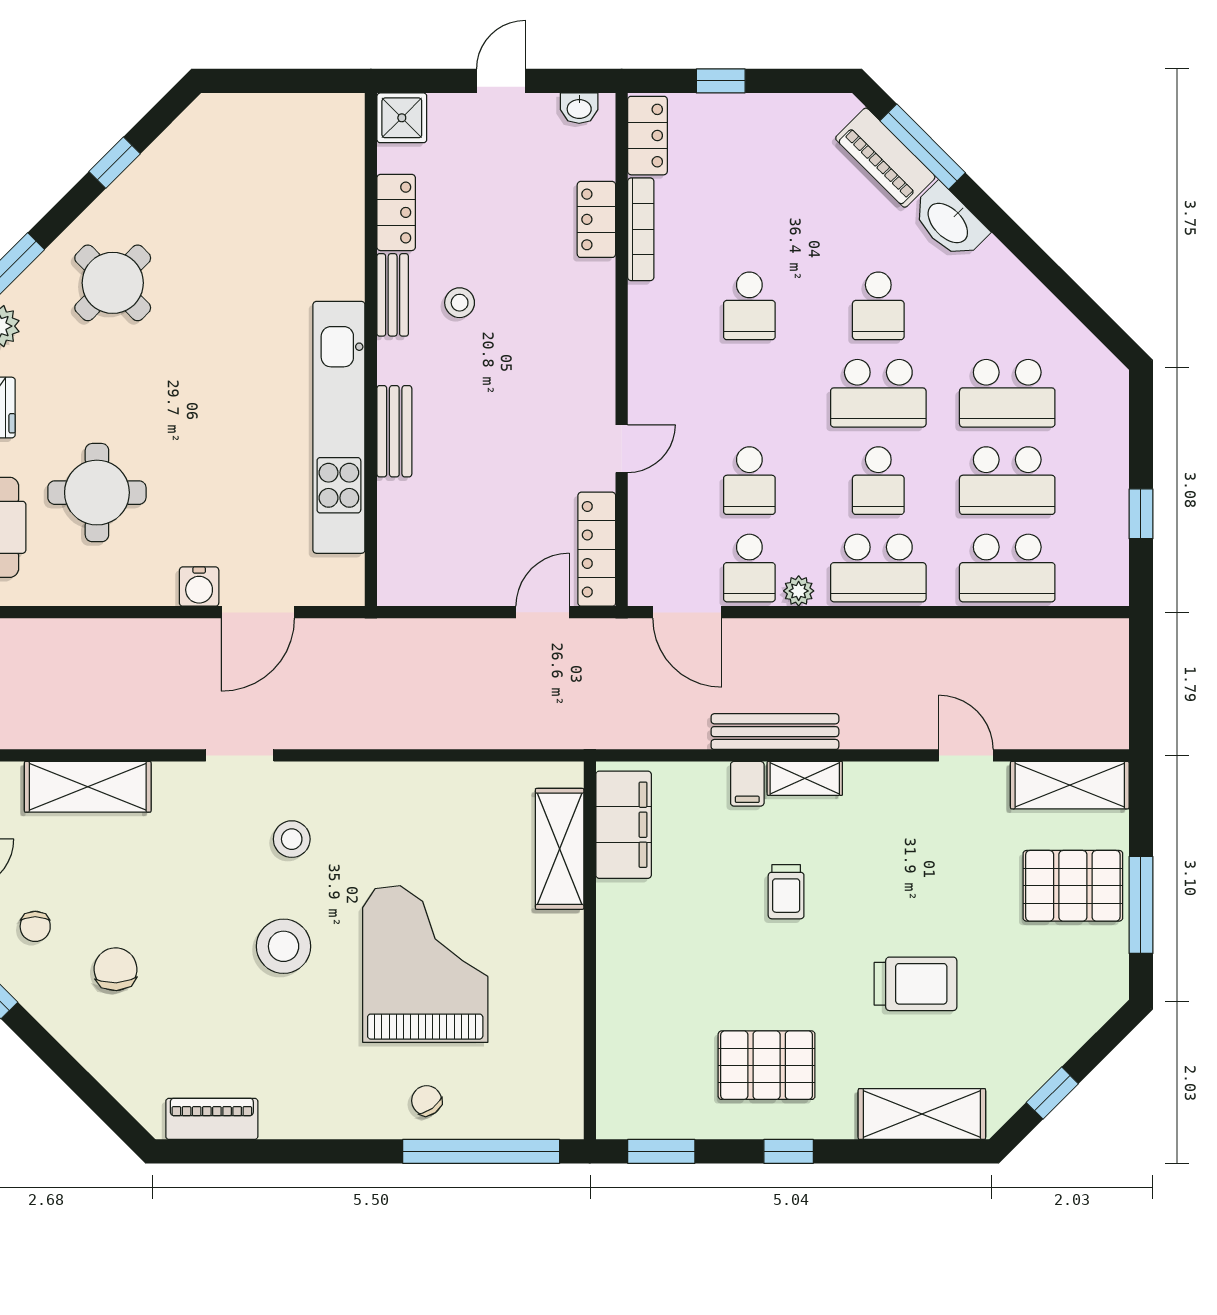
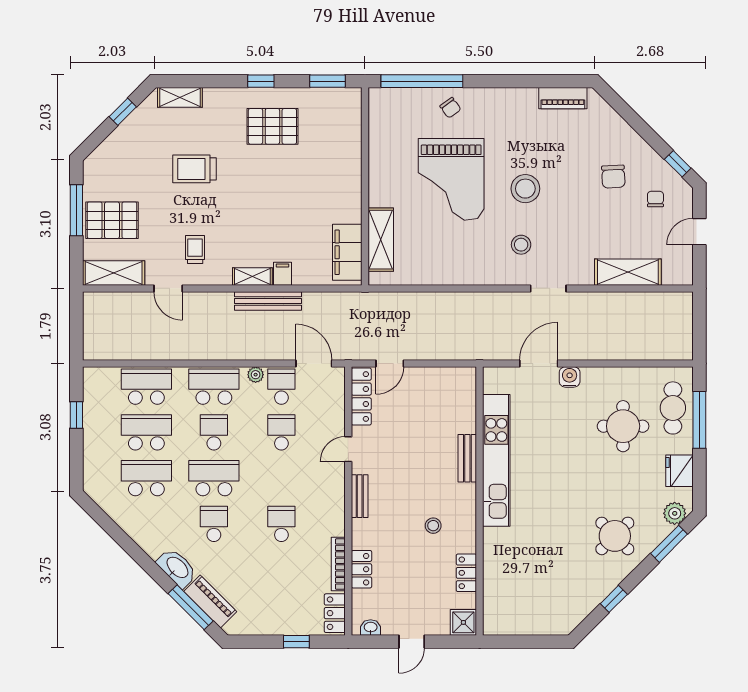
bench: (393, 295) -> (360, 496), moved
trolley: (786, 892) -> (195, 250), moved
shelving: (922, 1114) -> (180, 97), width x0.67, depth x0.75

